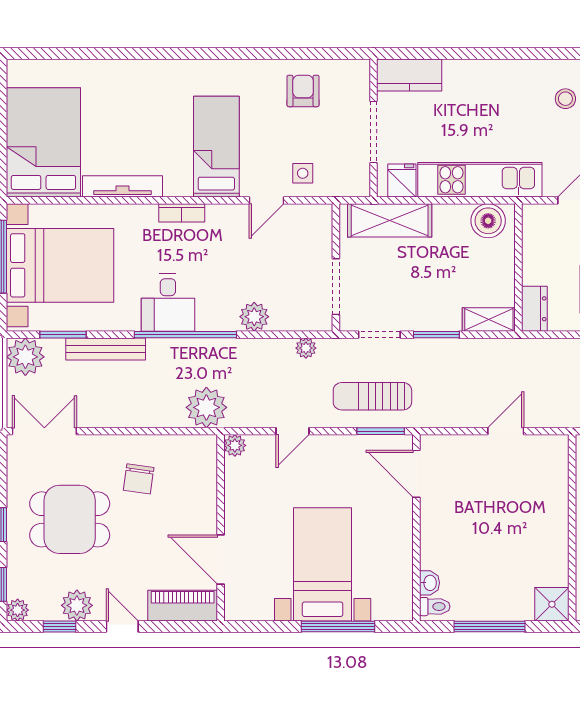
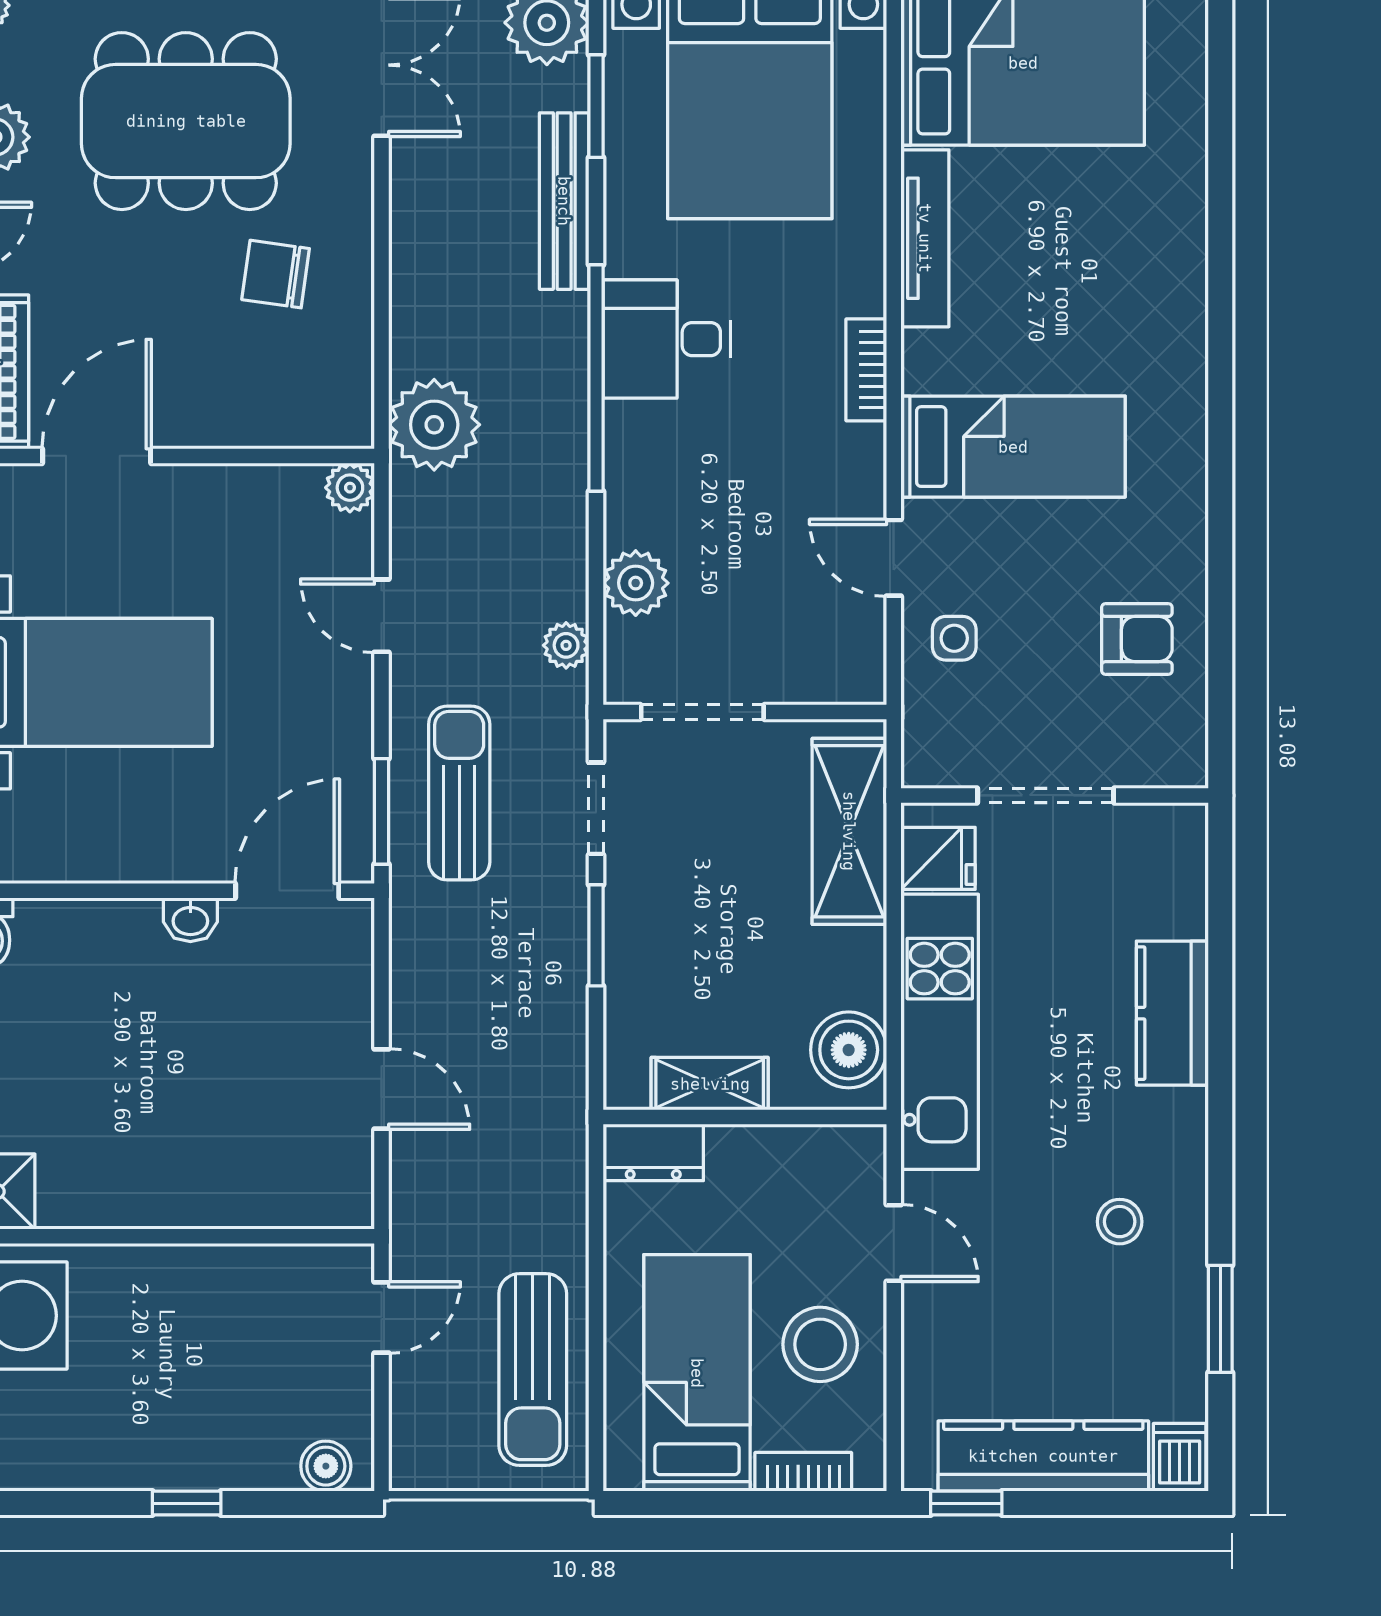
kitchen counter: (409, 75) -> (1172, 1013), moved
plant: (254, 317) -> (636, 583), moved
shelving: (489, 320) -> (710, 1084), moved, turned 90
dining table: (70, 519) -> (186, 121), width x1.38
washbasin: (429, 583) -> (190, 920), moved

